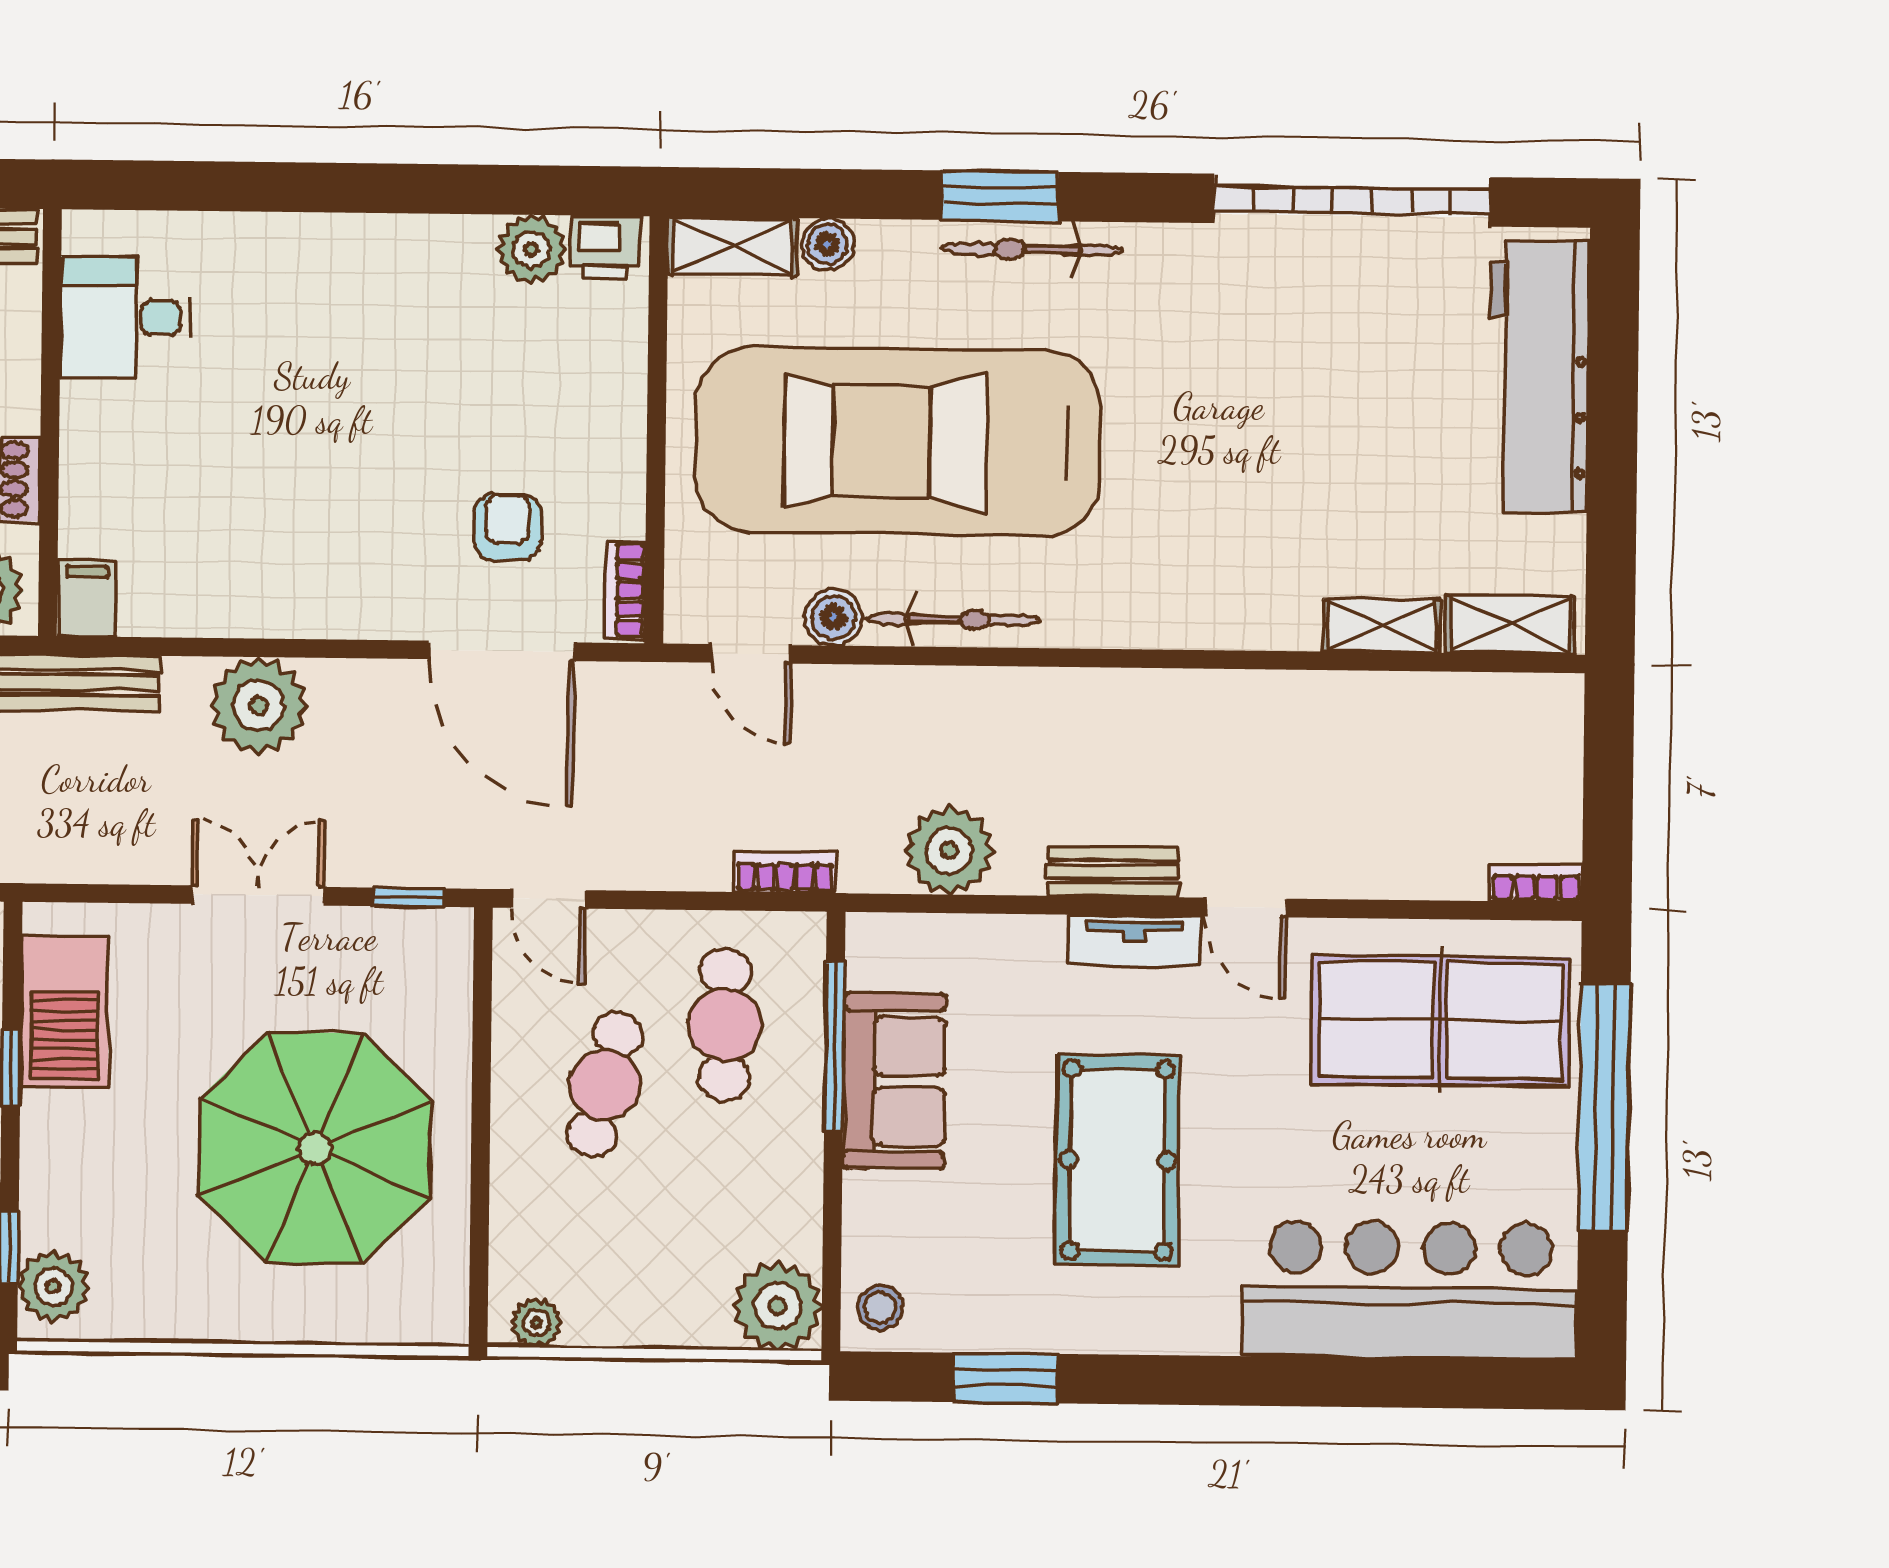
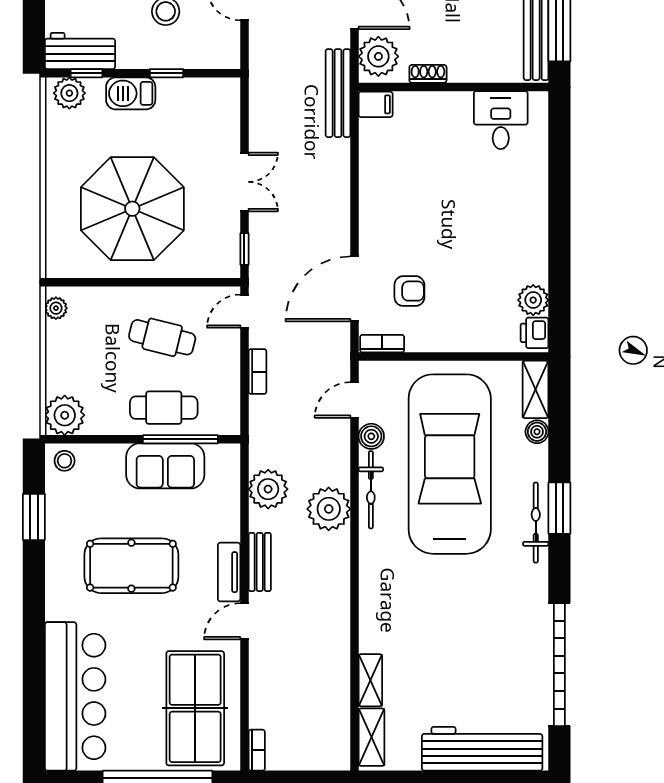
plant: (259, 706) -> (329, 509), moved
bookcase: (785, 872) -> (257, 372), moved
barbecue: (65, 1012) -> (131, 93), moved, width x0.73, depth x0.83
cafe table: (725, 1025) -> (164, 408), moved

